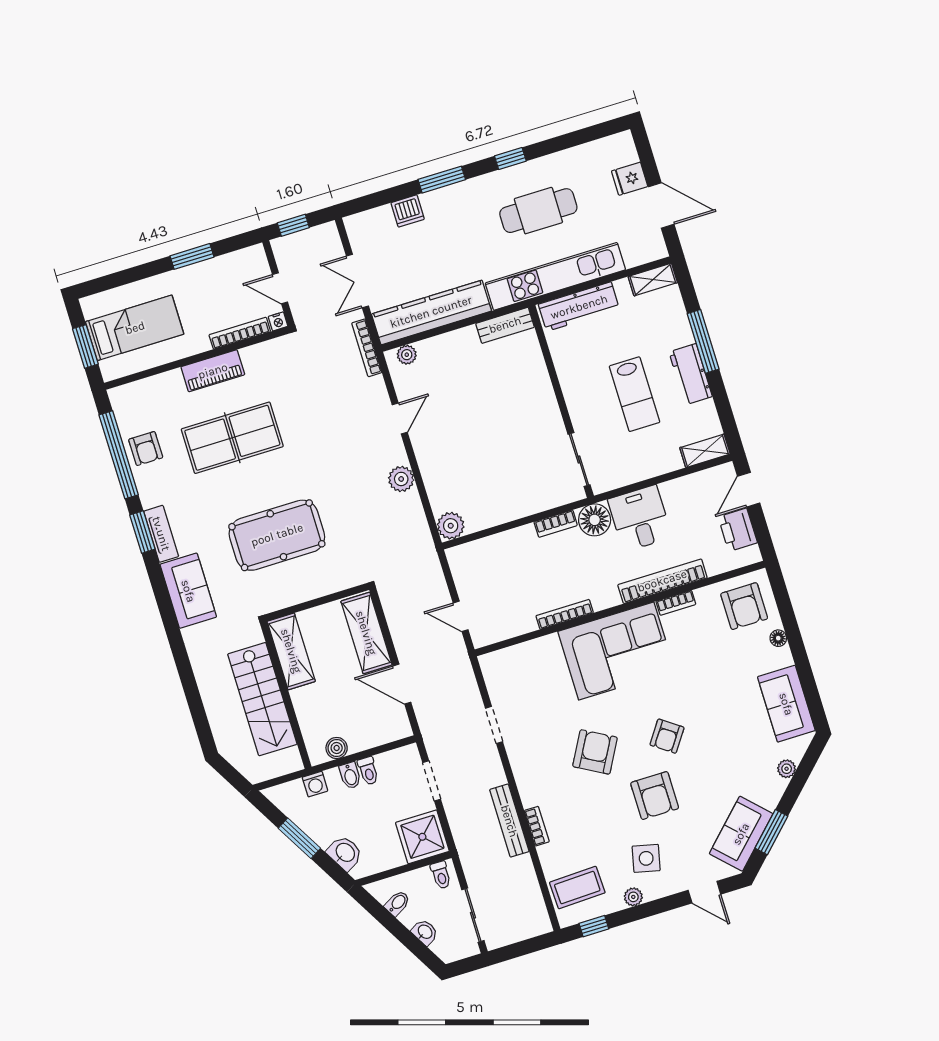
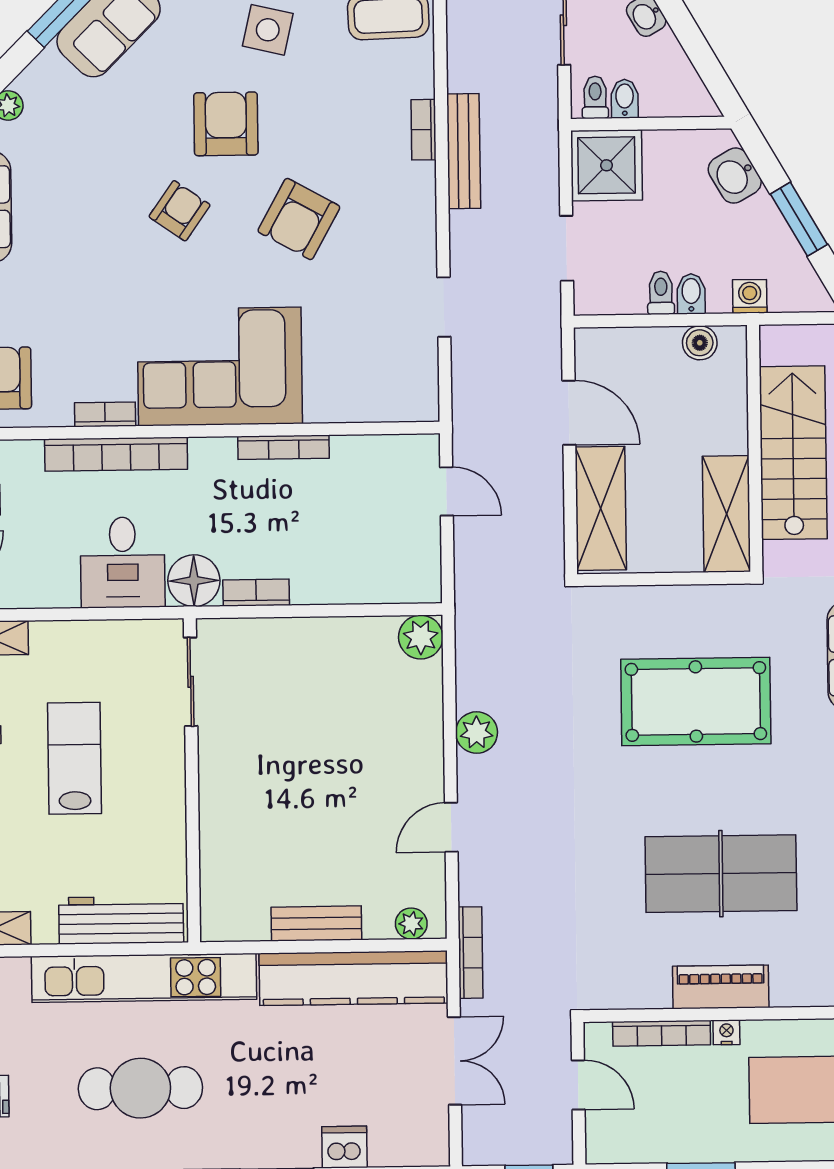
nightstand: (278, 321) -> (726, 1032), moved
bench: (505, 325) -> (316, 924), moved
bidet: (397, 903) -> (625, 99), moved, turned 120

